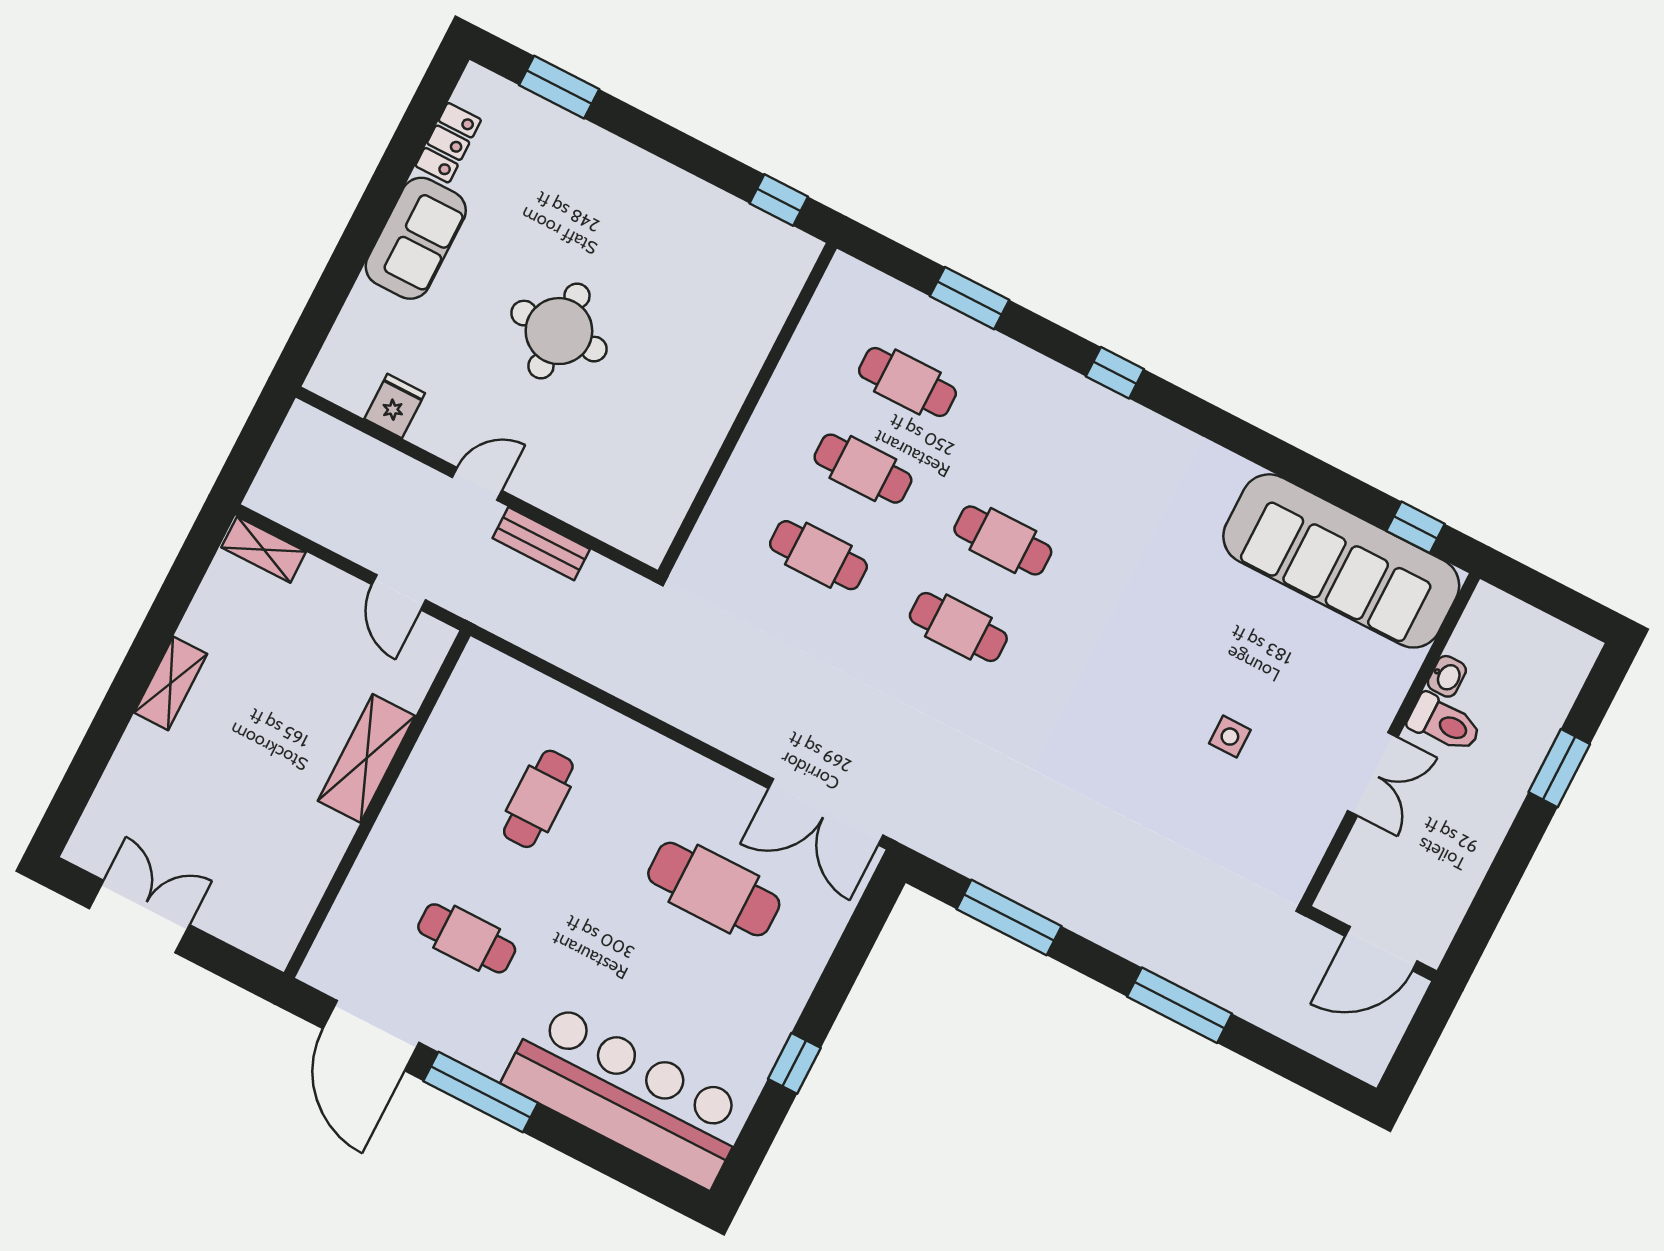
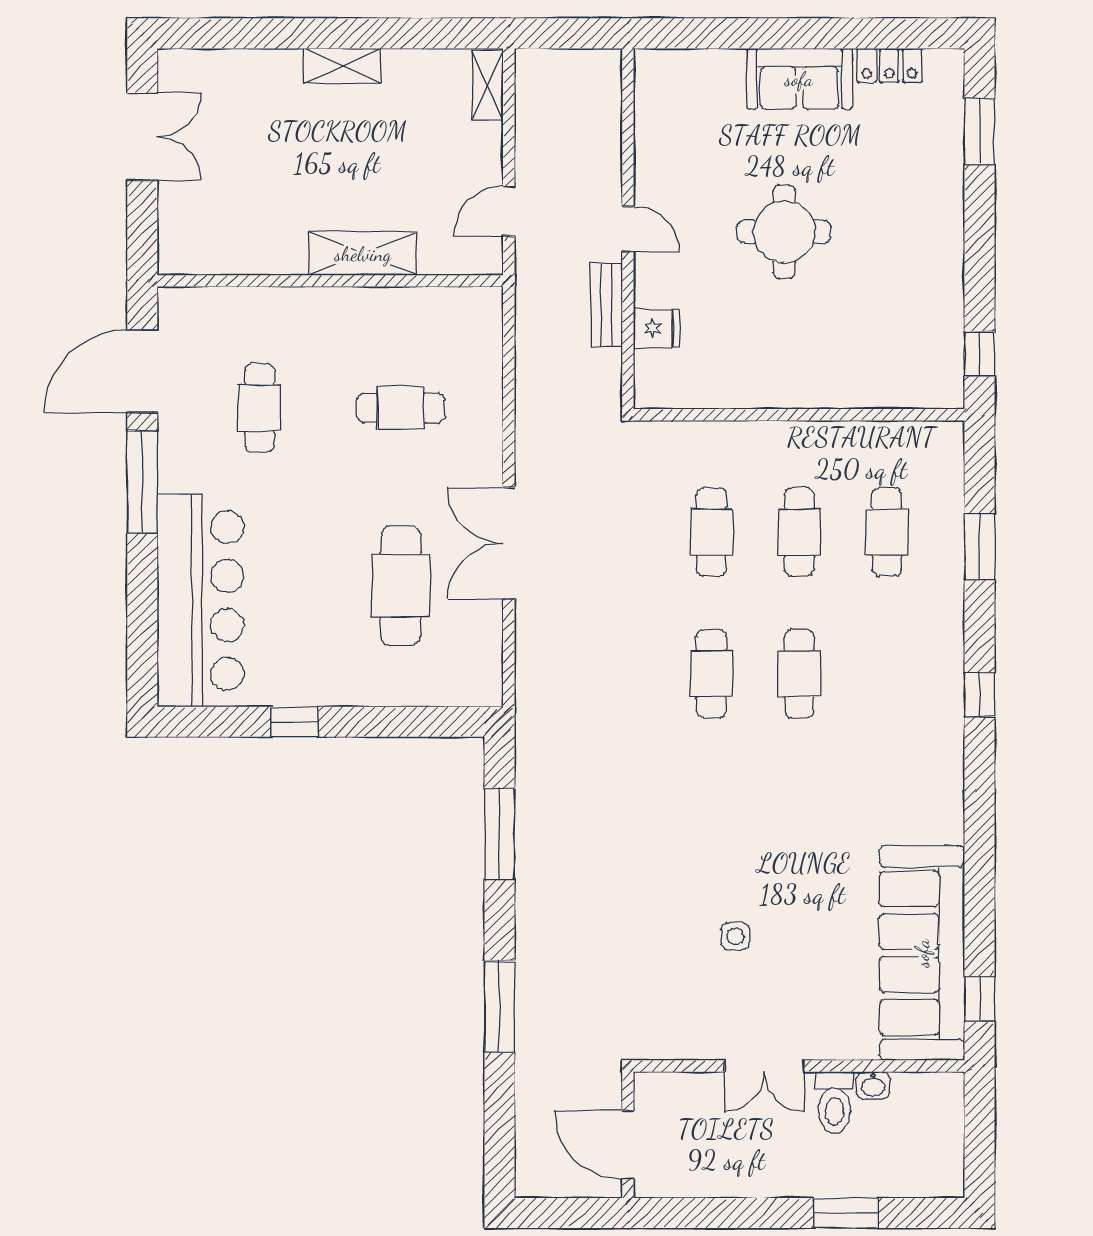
fridge: (395, 406) -> (656, 328), moved
double door: (826, 812) -> (509, 543), moved

